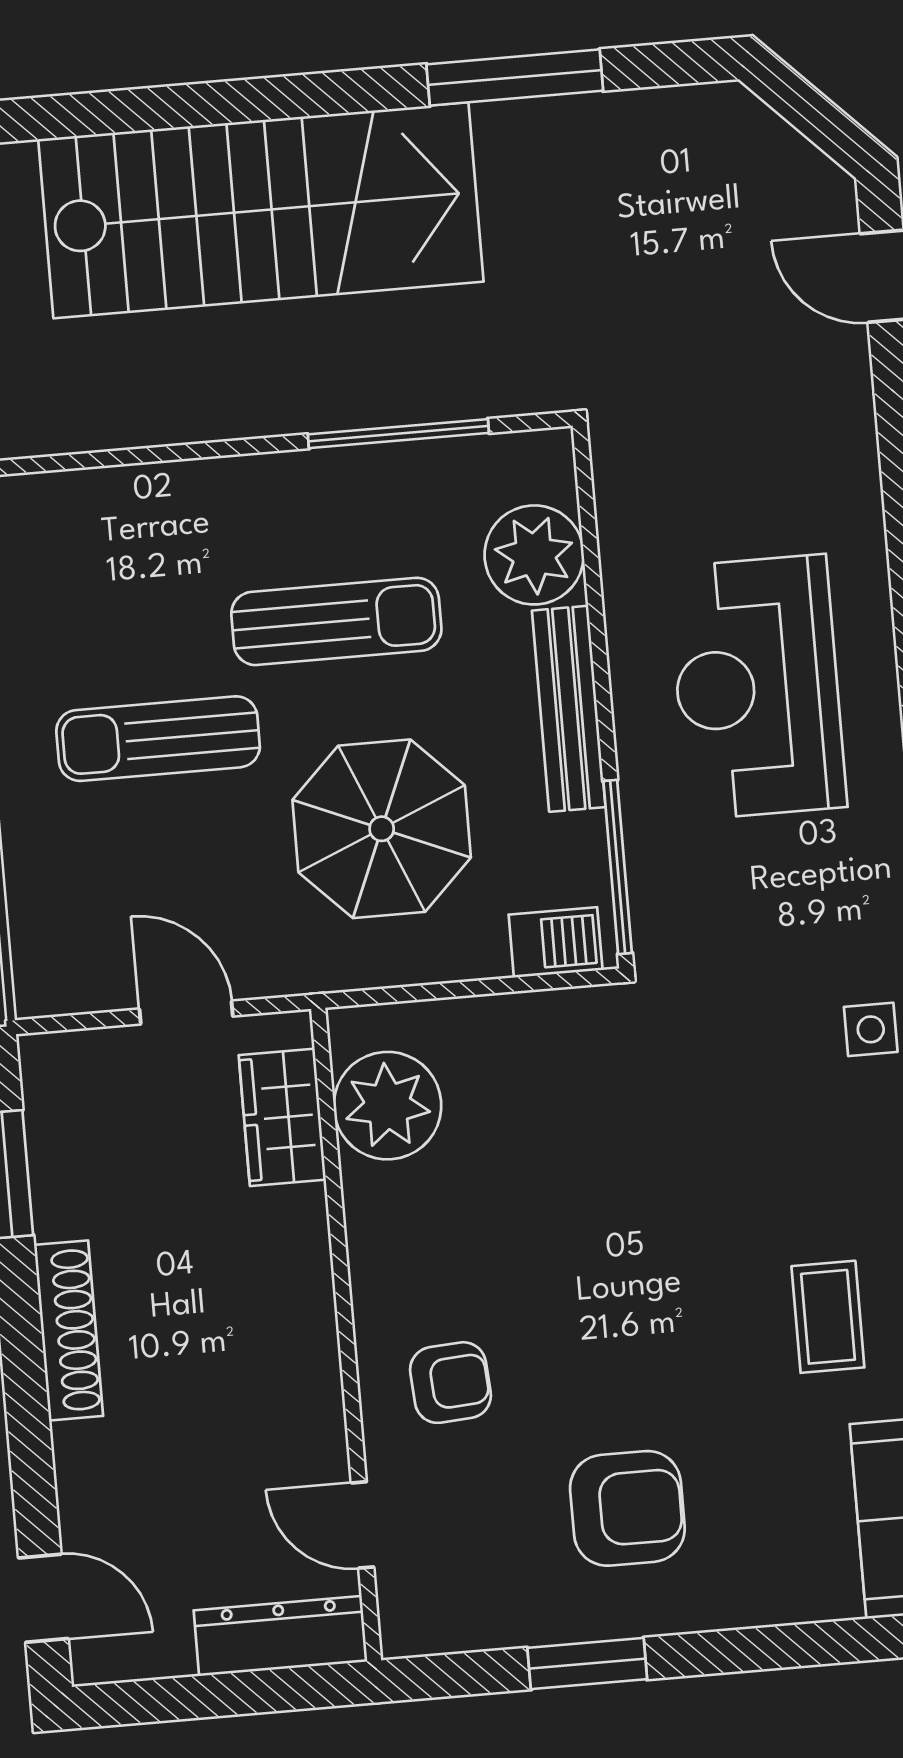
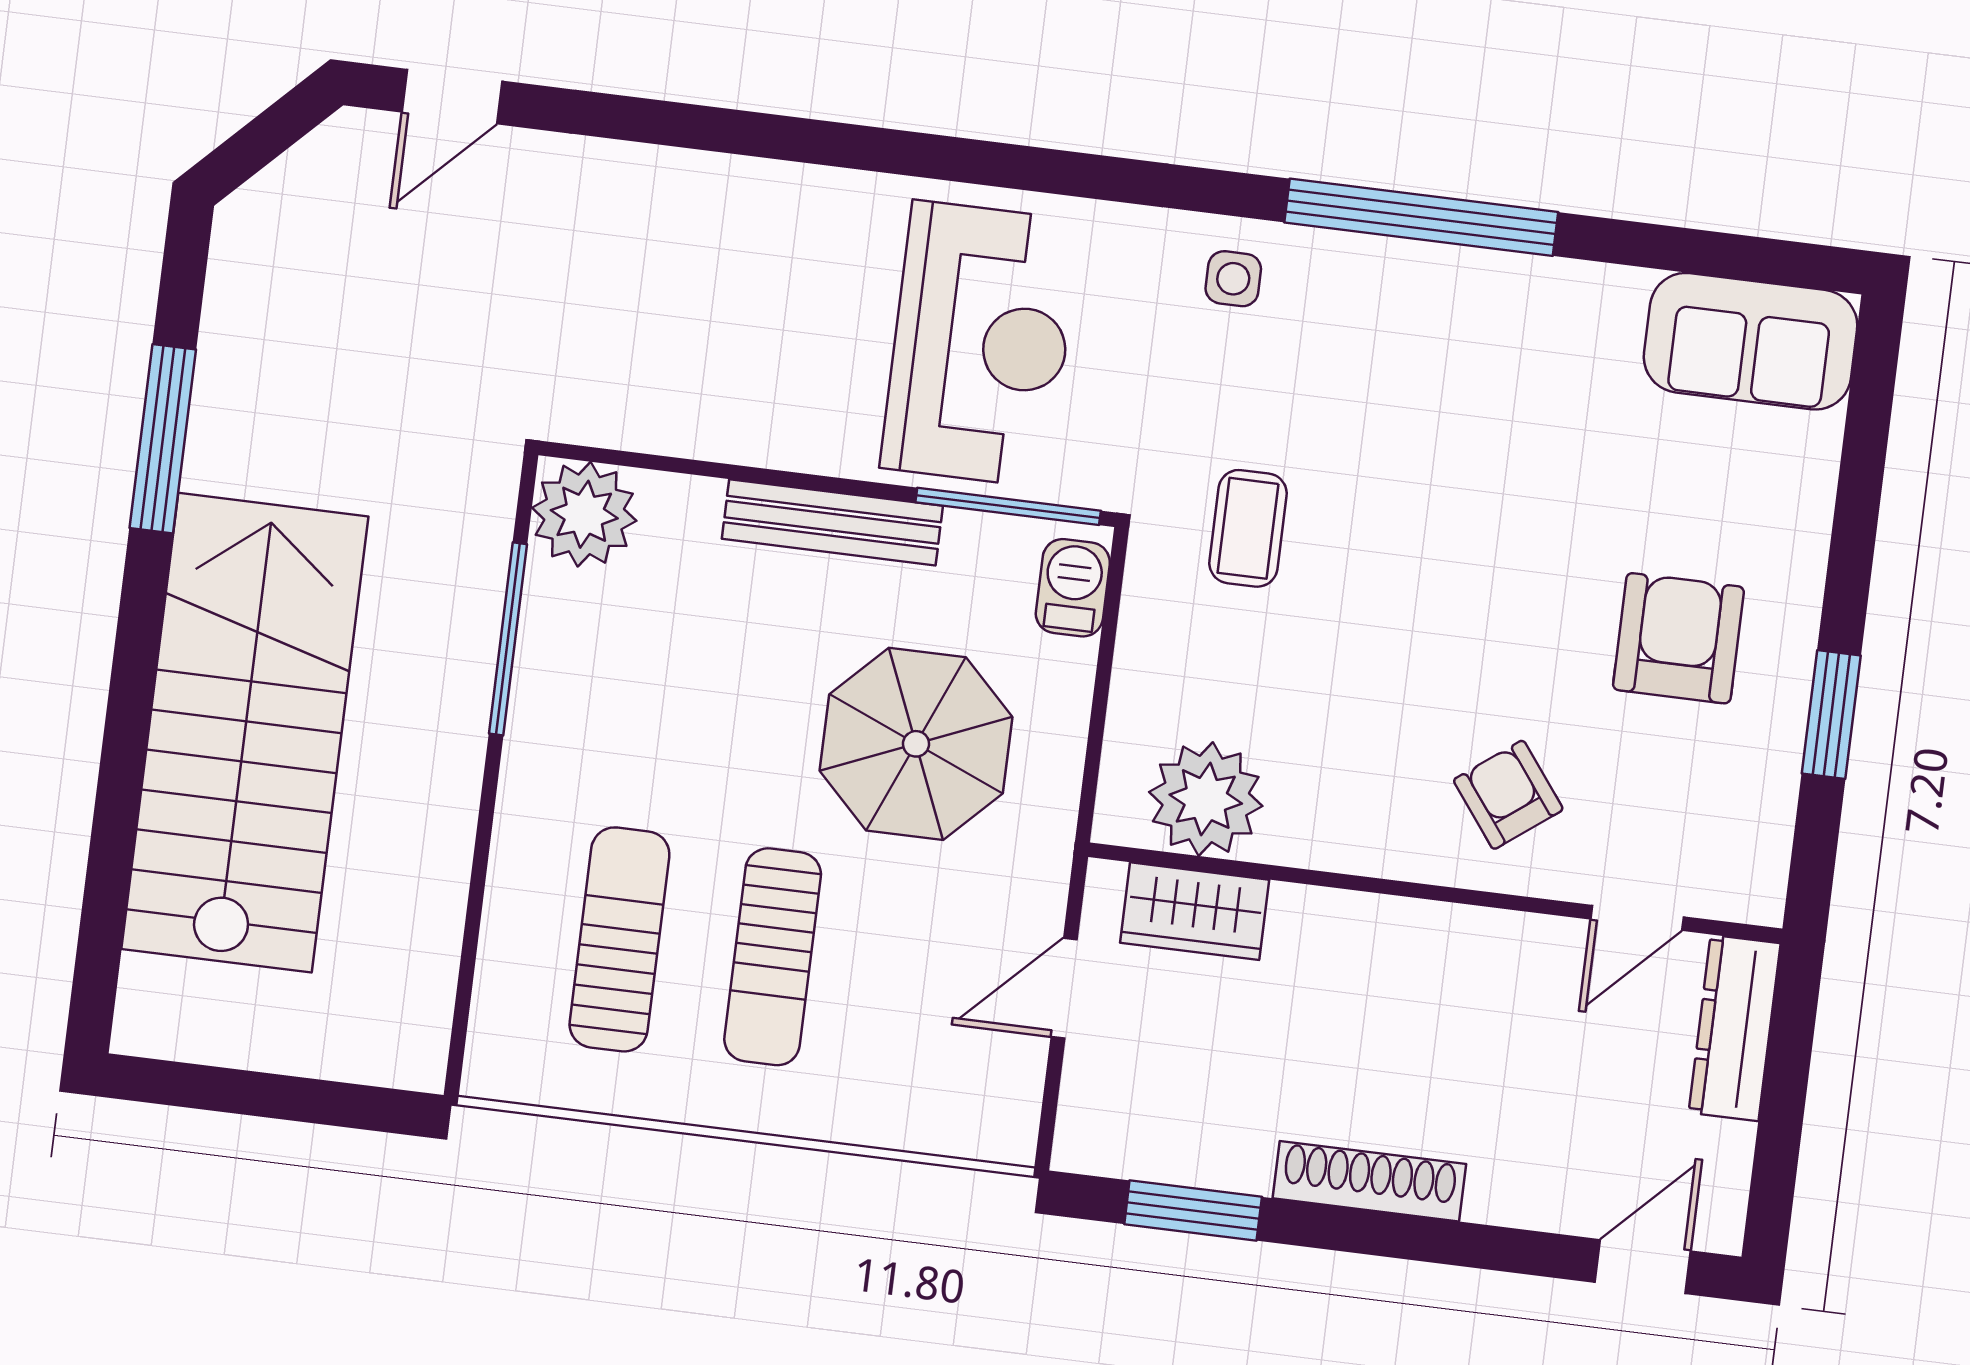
plant: (534, 555) -> (584, 514), moved
sun lounger: (336, 621) -> (619, 939), moved
reception desk: (757, 687) -> (980, 344), moved, turned -90
coffee table: (828, 1317) -> (1248, 528), moved, turned 90
armchair: (450, 1383) -> (1508, 795), turned -33

